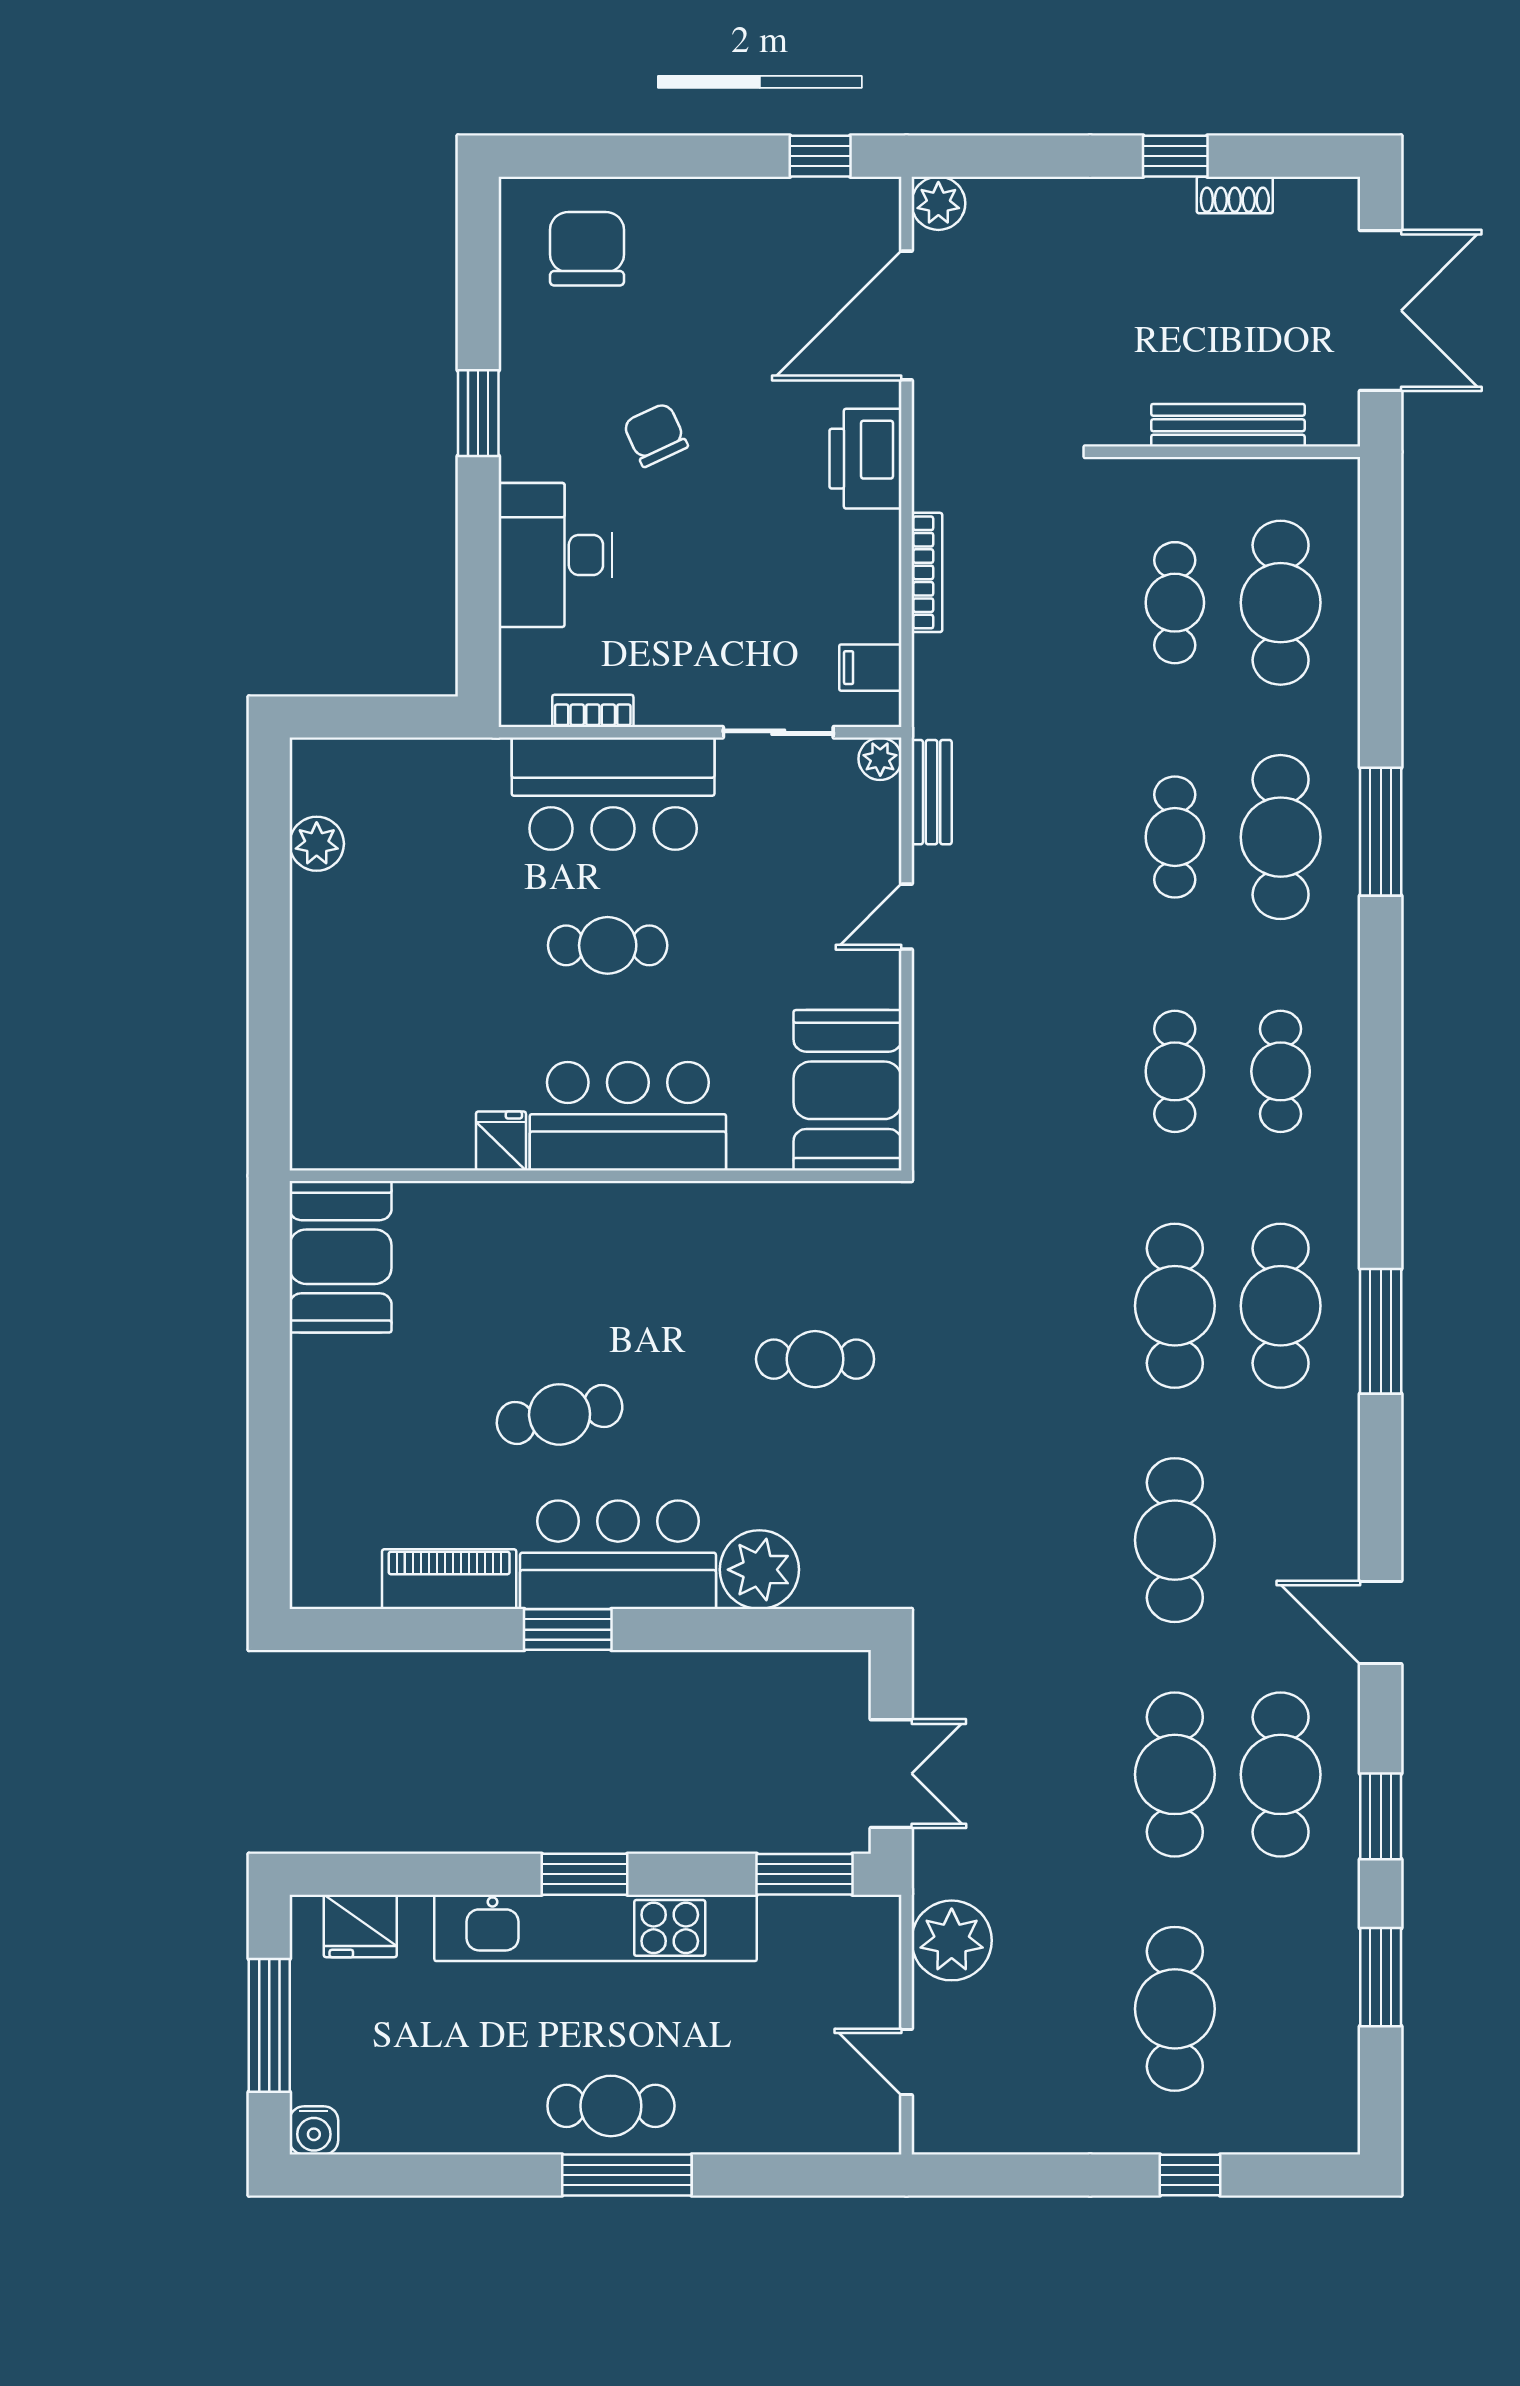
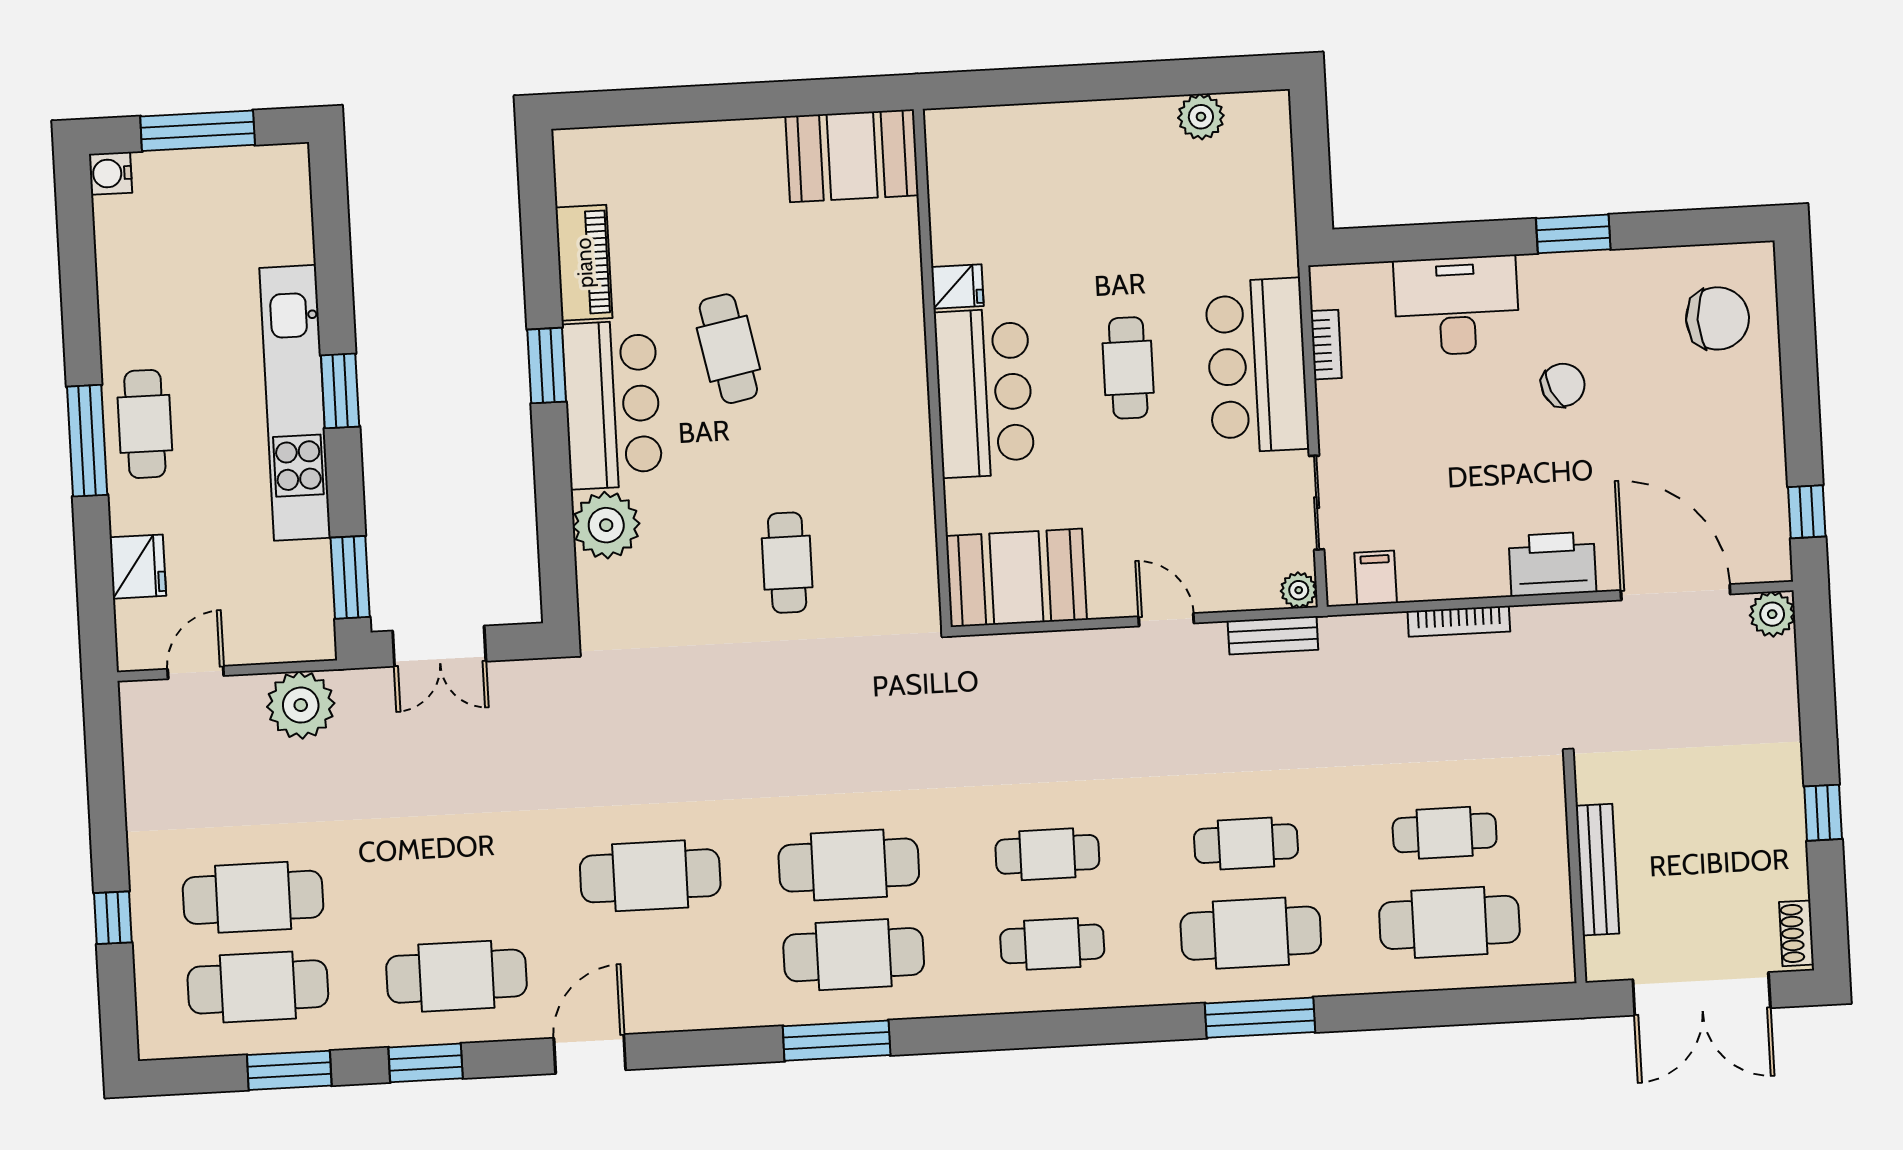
shoe rack: (1235, 195) -> (1797, 933), moved
cafe table: (1175, 1774) -> (258, 987), moved
fridge: (360, 1926) -> (138, 567), moved, turned 180

